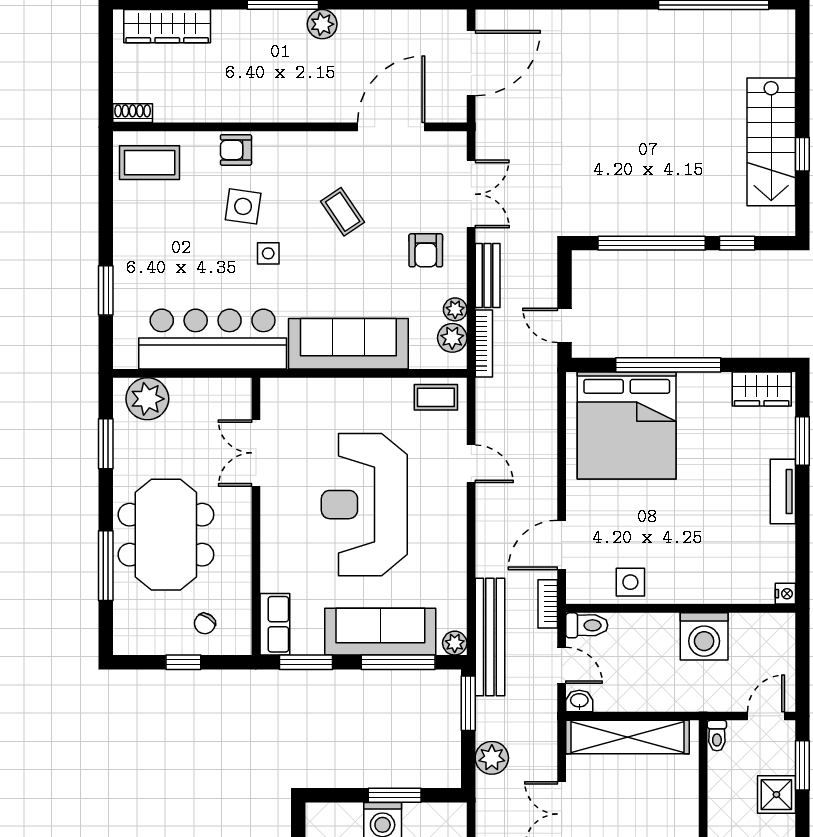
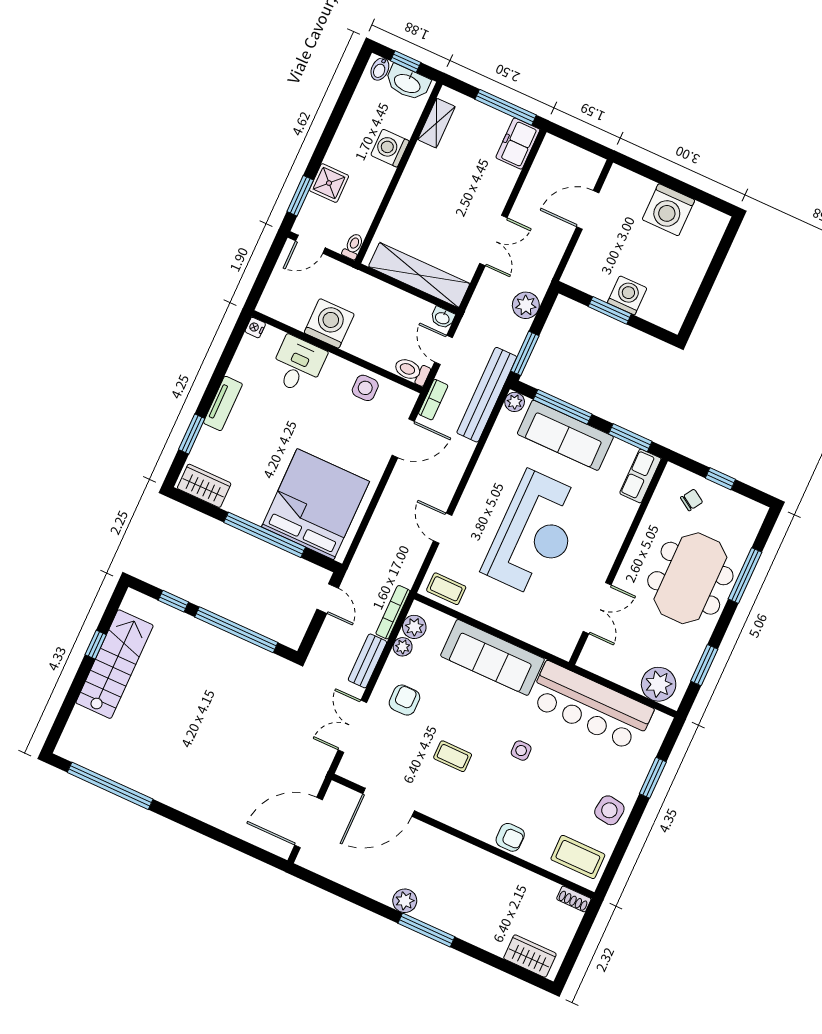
wardrobe: (167, 26) -> (530, 956), width x0.67
side table: (243, 206) -> (609, 810), moved
coffee table: (343, 212) -> (453, 756), turned -56
desk: (718, 574) -> (298, 365), added

